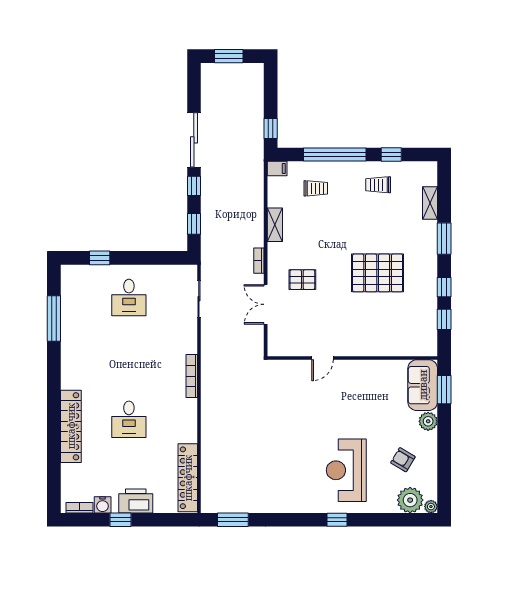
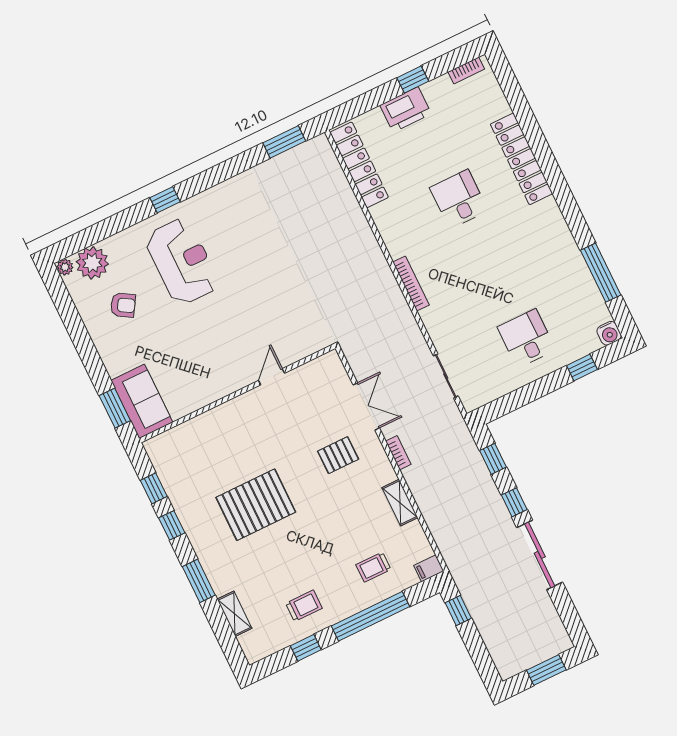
plant: (428, 421) -> (115, 363), removed
water cooler: (103, 505) -> (609, 333), moved, turned 180

